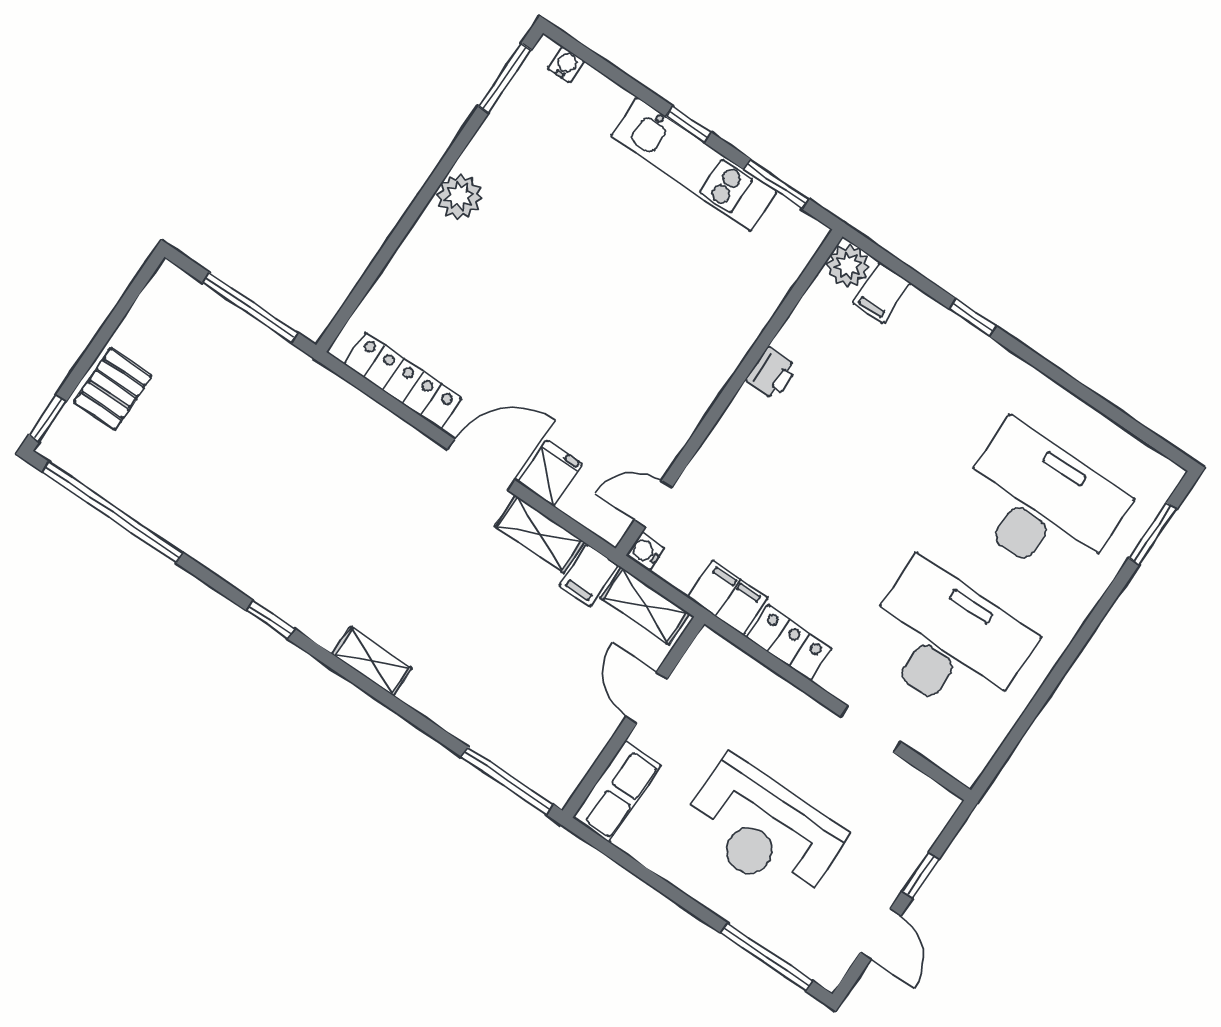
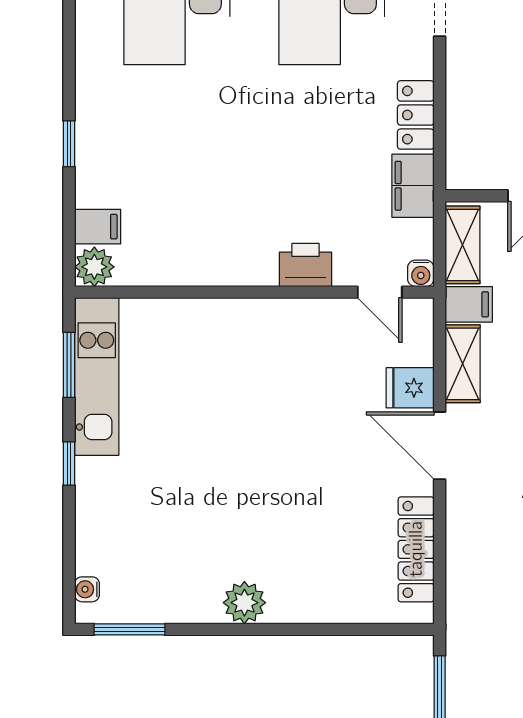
kitchen unit: (694, 164) -> (97, 377), moved
printer: (772, 373) -> (306, 265), moved, width x1.36, depth x1.24

